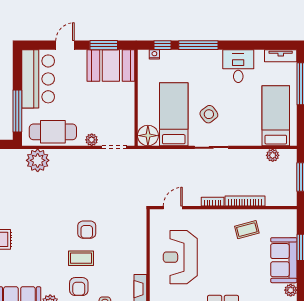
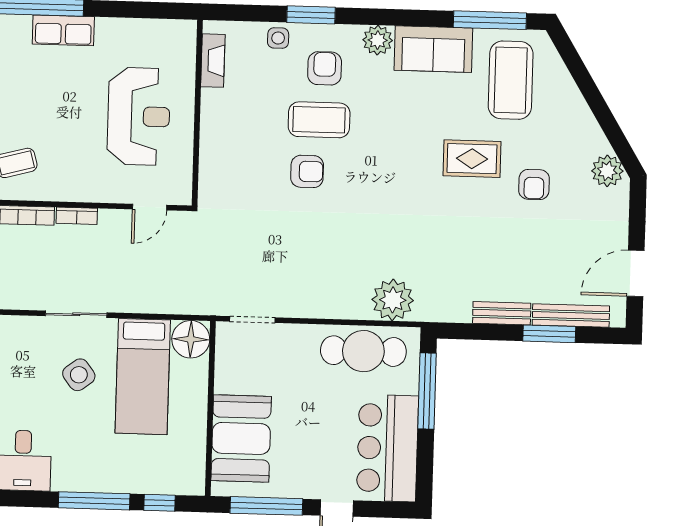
window: (104, 45) -> (266, 506), width x1.44
nightstand: (154, 54) -> (175, 486), removed
booth: (111, 66) -> (241, 438), moved, turned 90
plant: (92, 140) -> (294, 335), removed
armchair: (87, 230) -> (307, 171), turned 90
coffee table: (81, 258) -> (319, 120), width x1.36, depth x1.30

